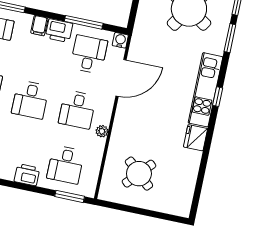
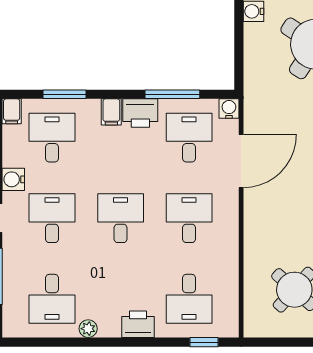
desk: (30, 100) -> (121, 218), turned 180
desk: (77, 110) -> (189, 218), turned 180
plant: (102, 131) -> (230, 241), removed
window: (70, 196) -> (204, 342), width x0.67

